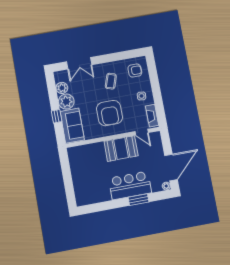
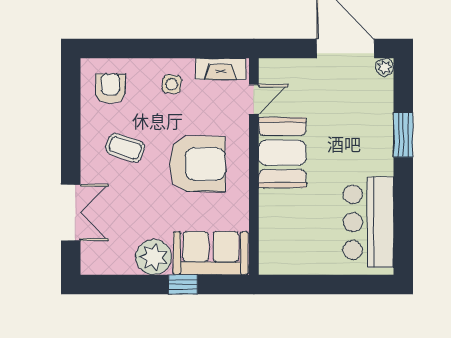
plant: (62, 88) -> (121, 262), removed
bar counter: (130, 185) -> (368, 222), moved

